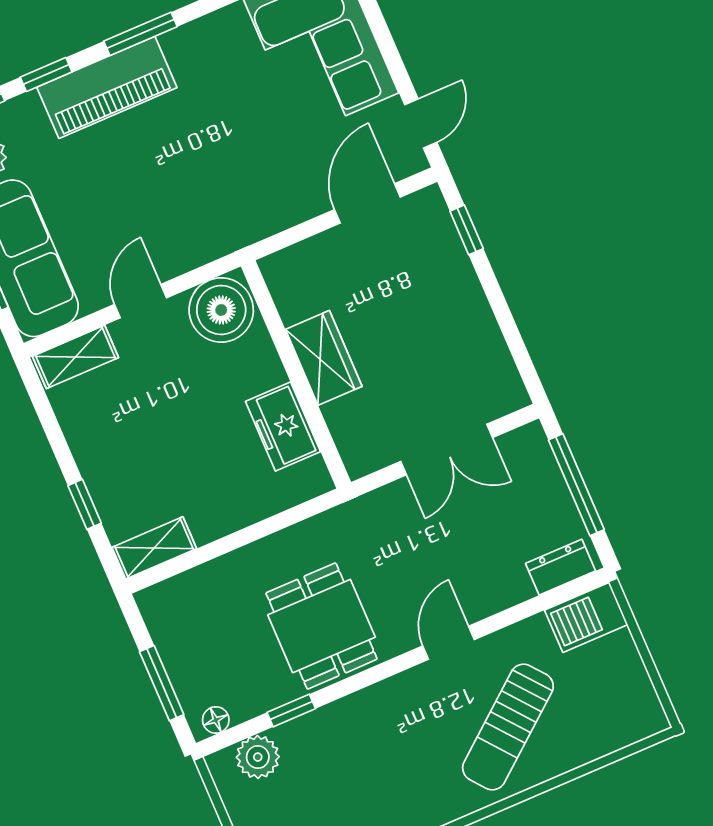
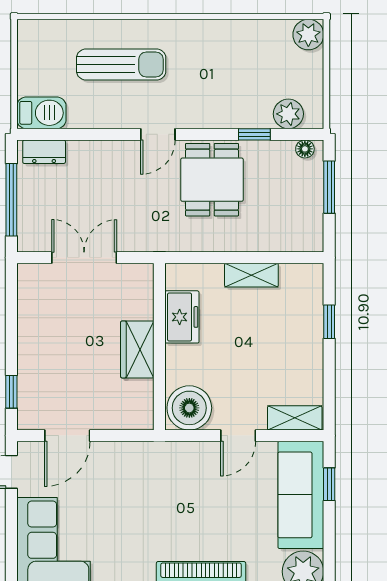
shelving: (154, 548) -> (251, 275), moved
door: (449, 643) -> (158, 134), moved
sun lounger: (508, 727) -> (121, 64), turned 39

